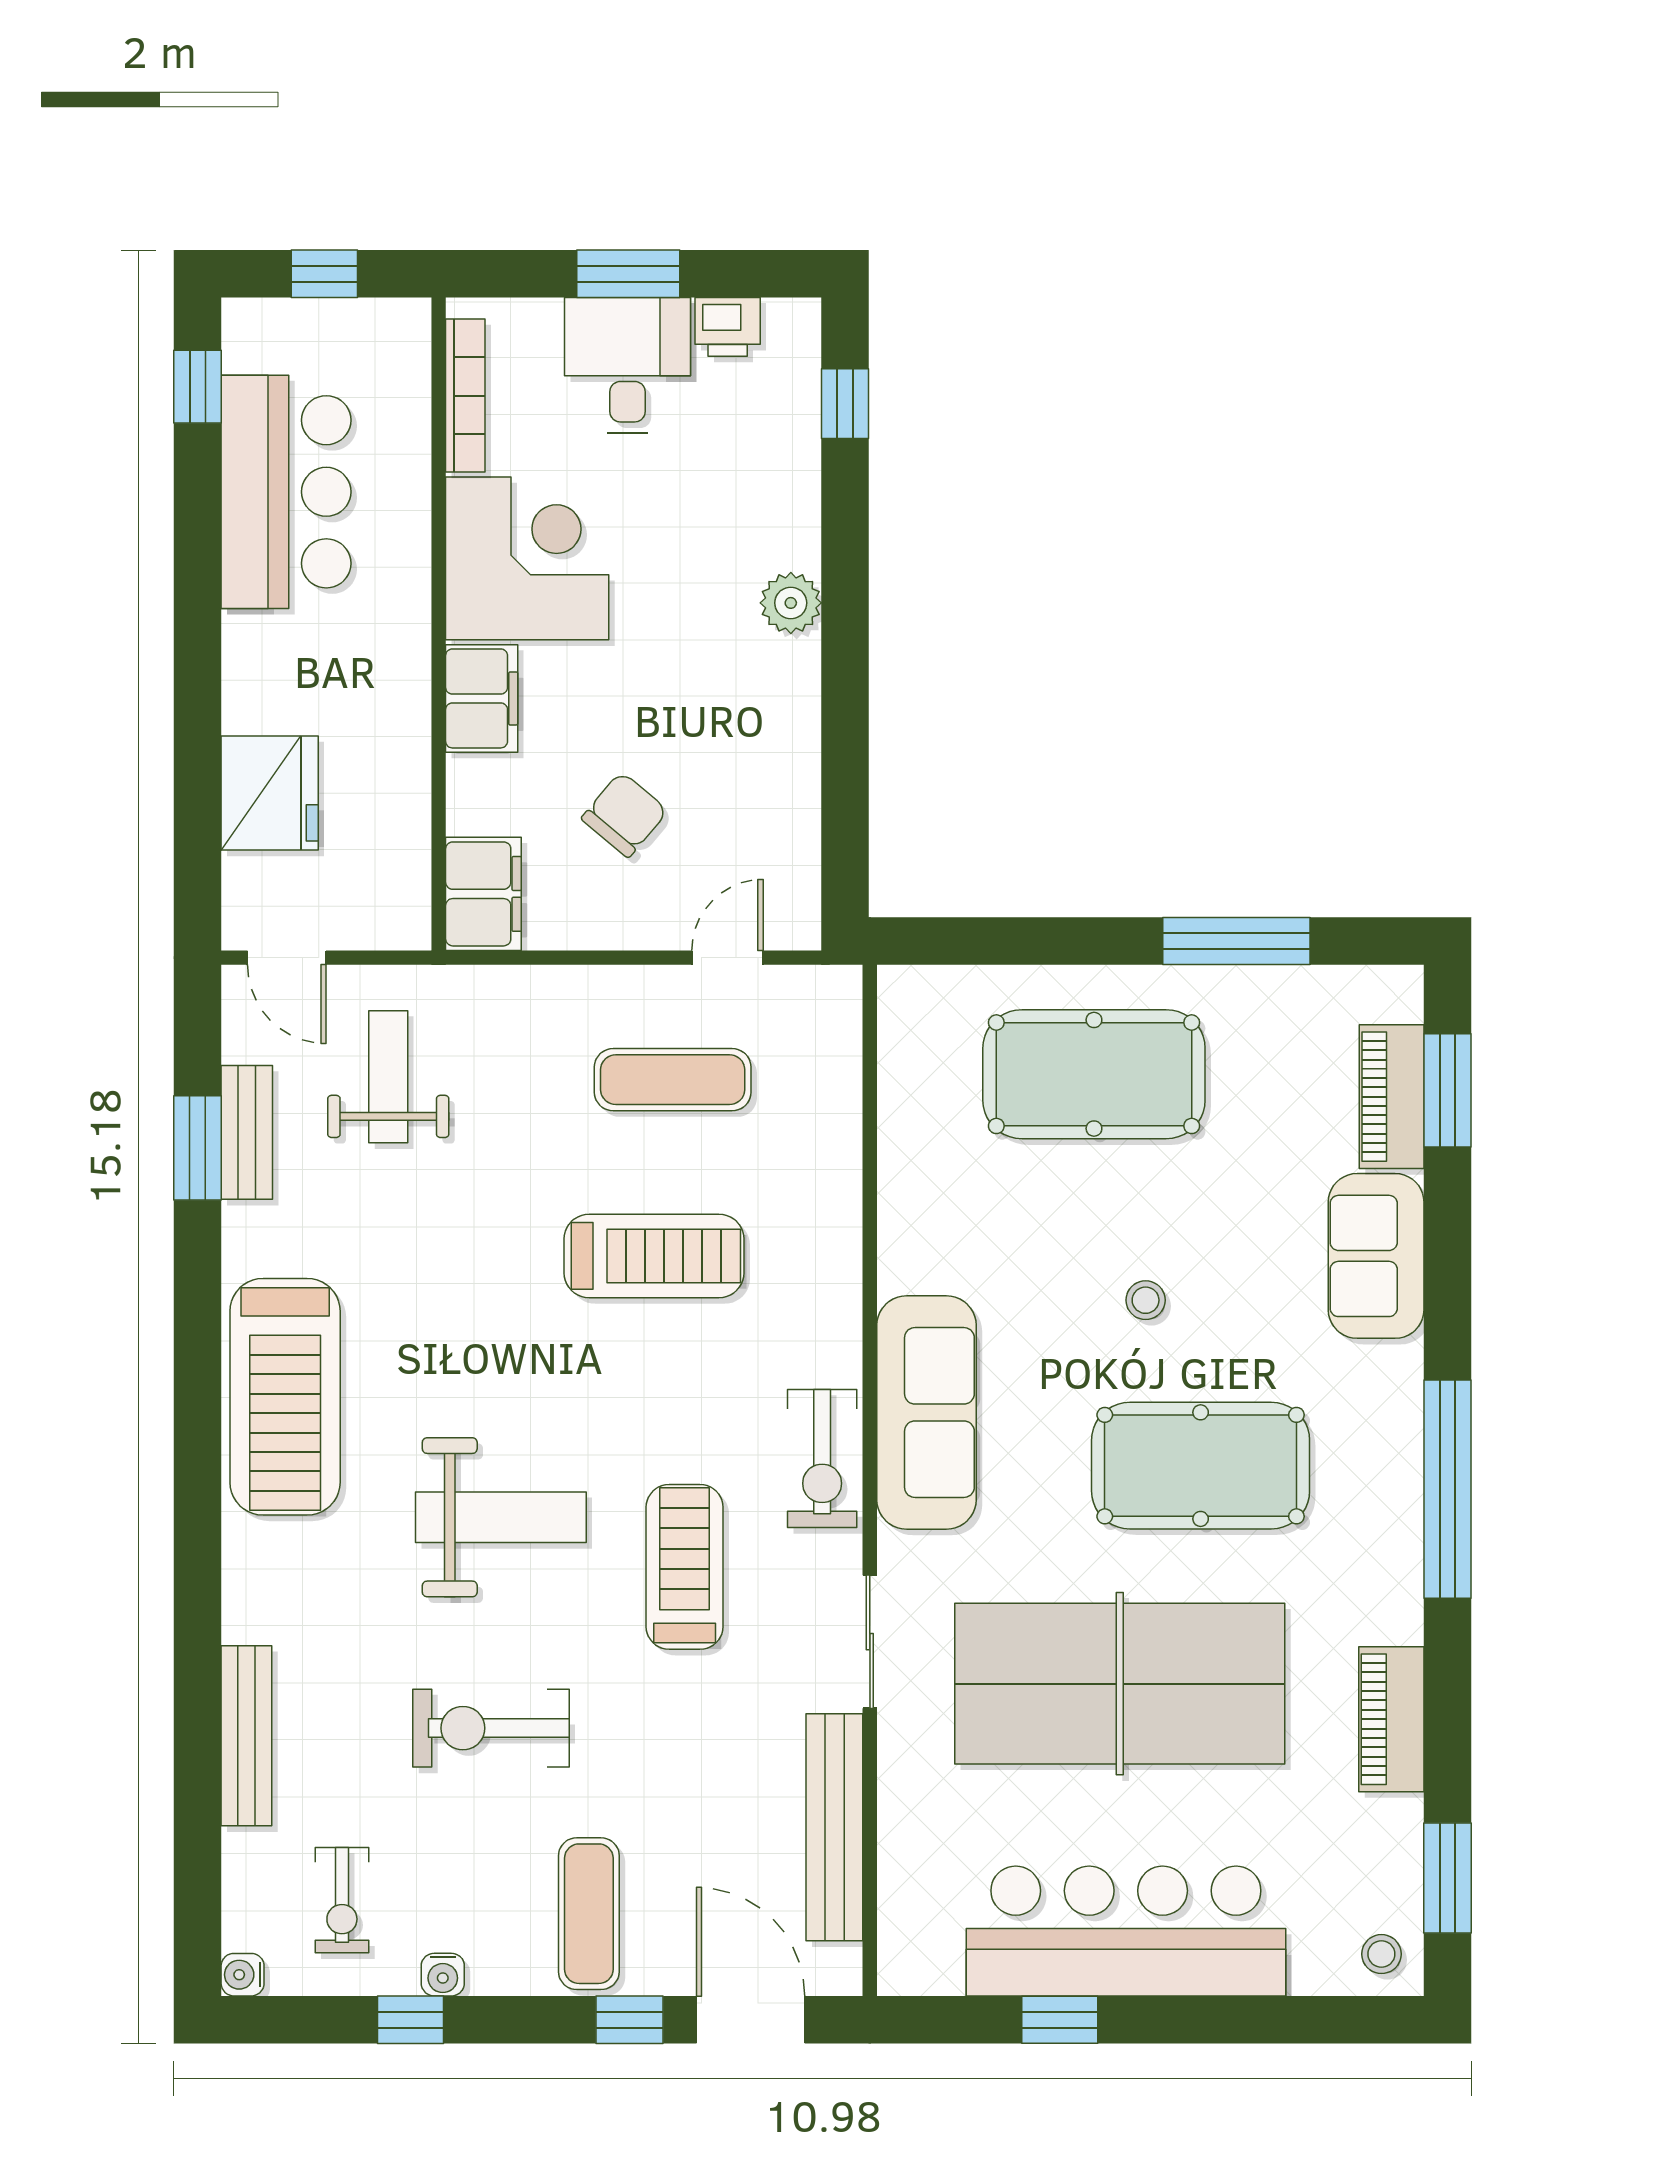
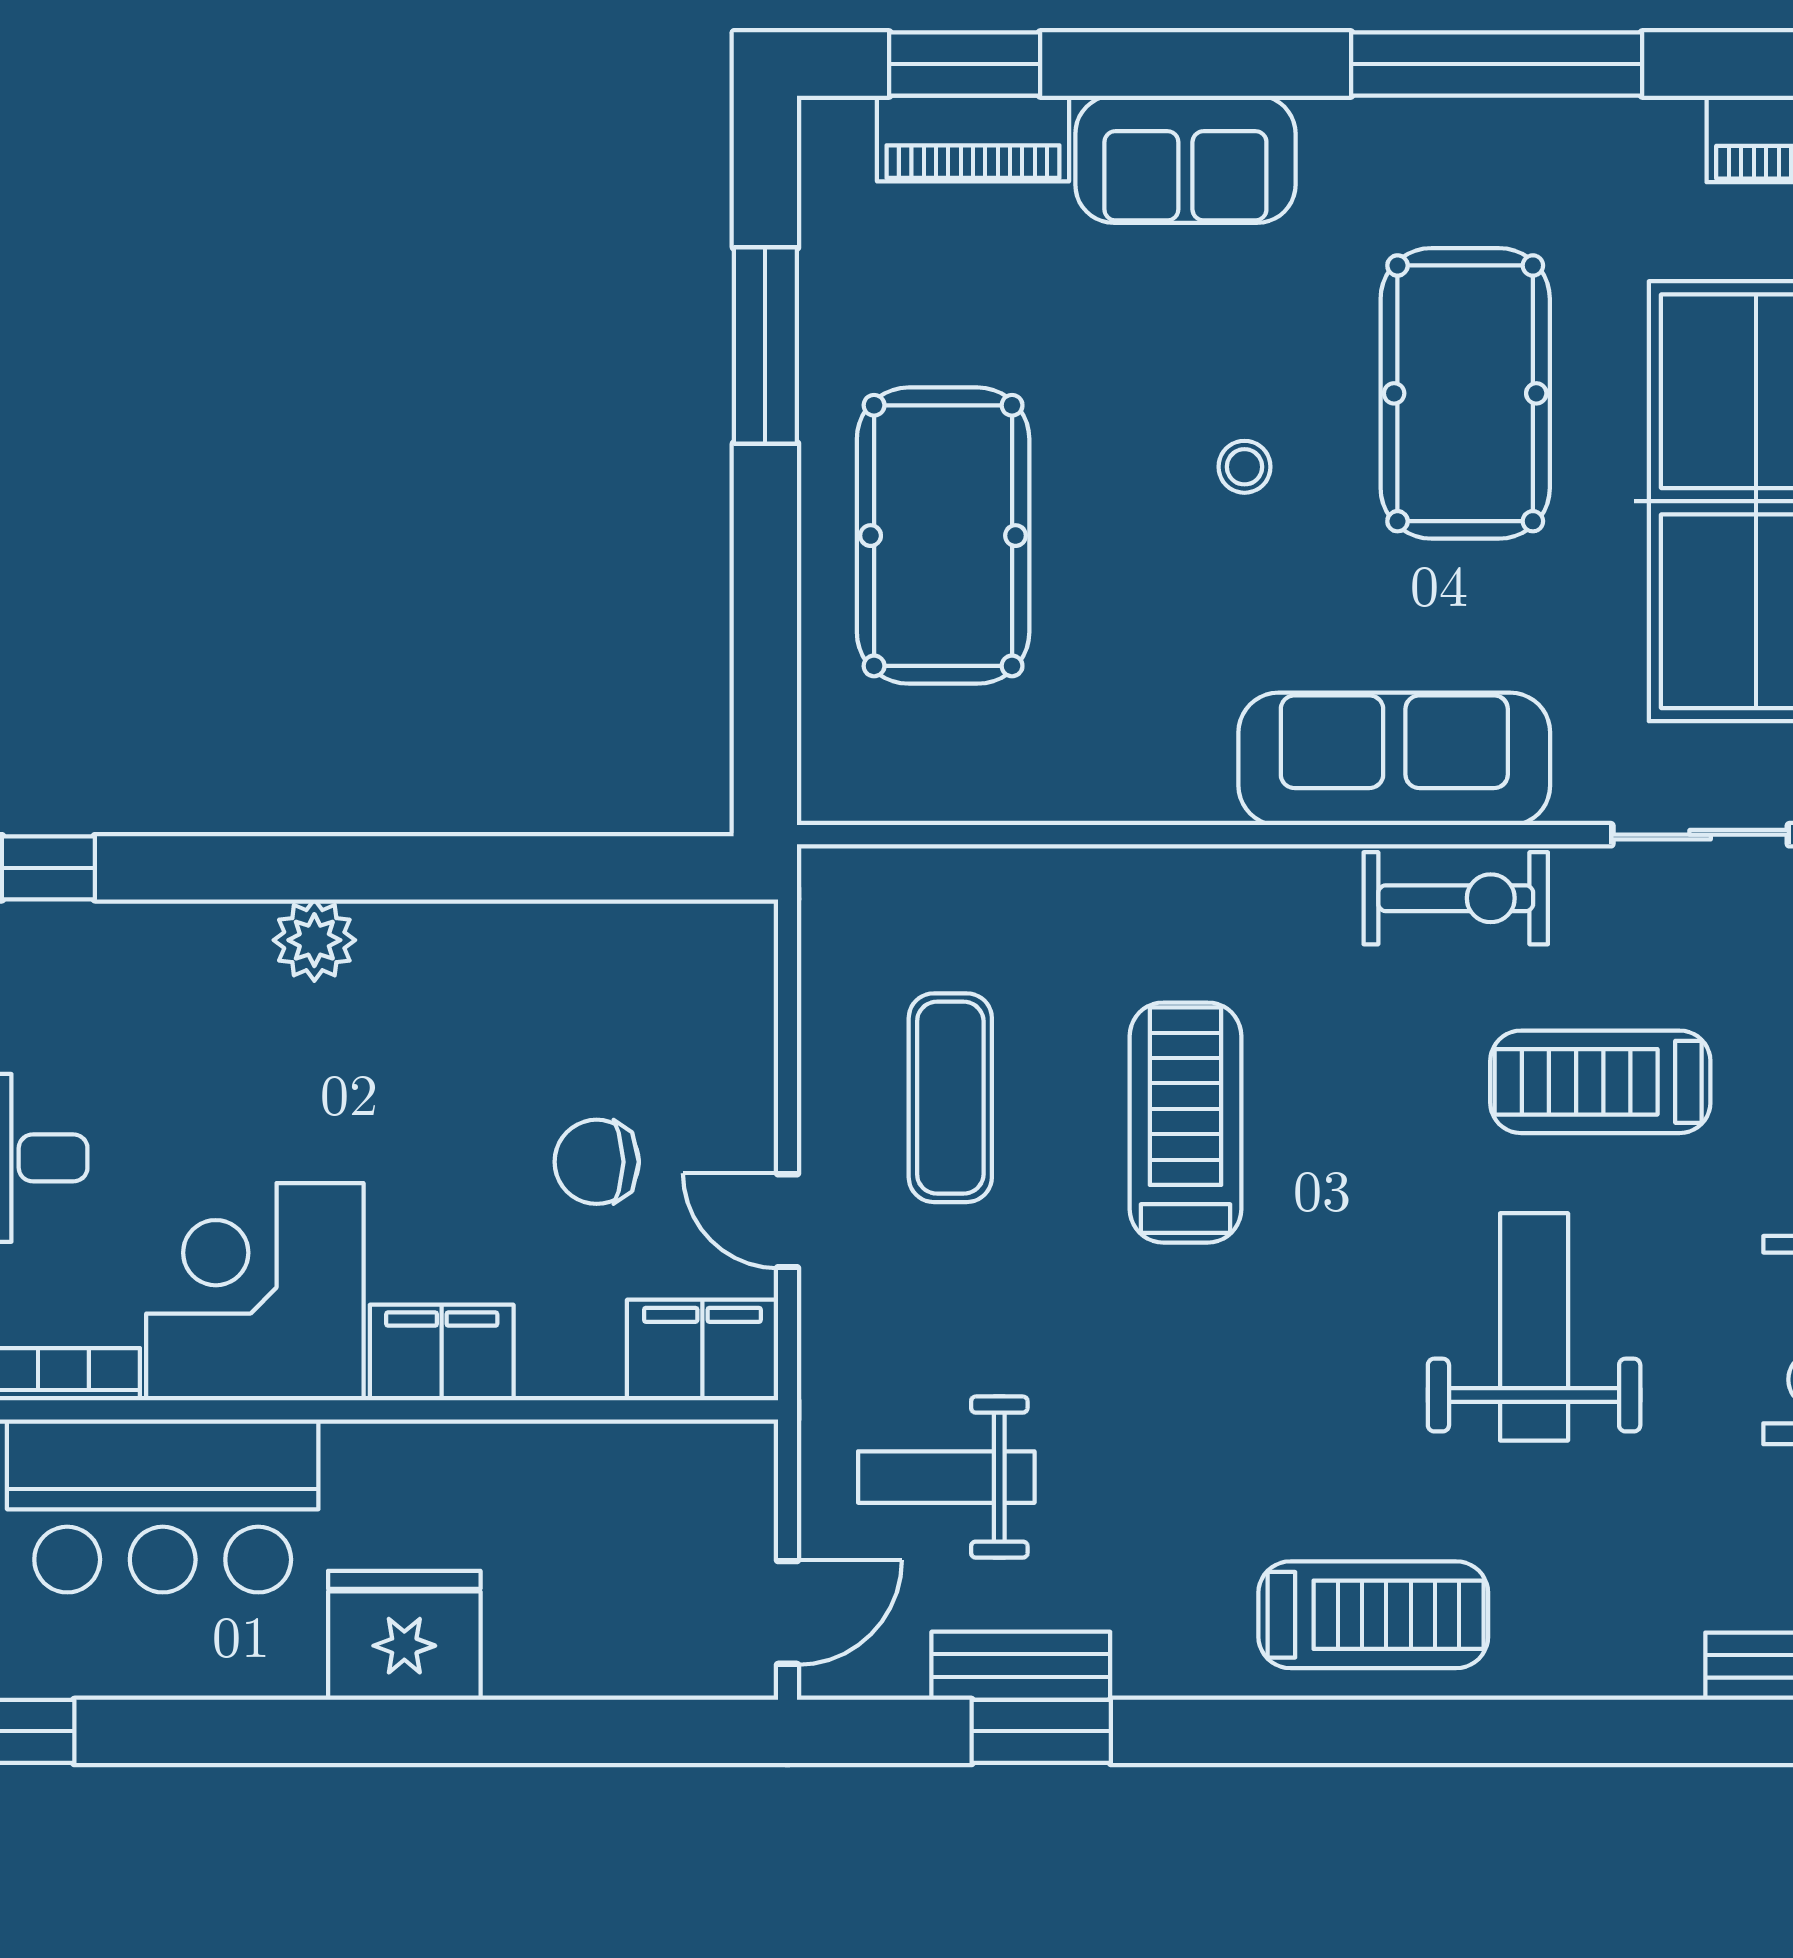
bar counter: (286, 492) -> (163, 1506), moved, turned 180
fridge: (270, 793) -> (404, 1635), moved
chair: (625, 815) -> (597, 1162), turned -40
door: (728, 958) -> (787, 1221), moved
treadmill: (285, 1397) -> (1373, 1615), width x0.73, depth x0.73

